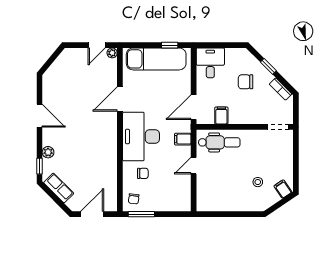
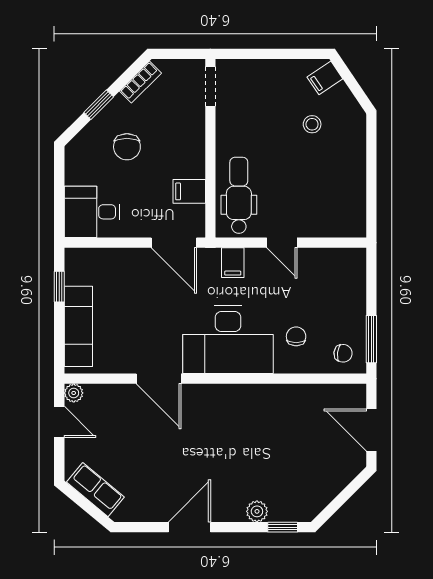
exam couch: (156, 59) -> (78, 326), width x0.73, depth x0.69
row of seats: (59, 188) -> (95, 490), moved, turned 85

